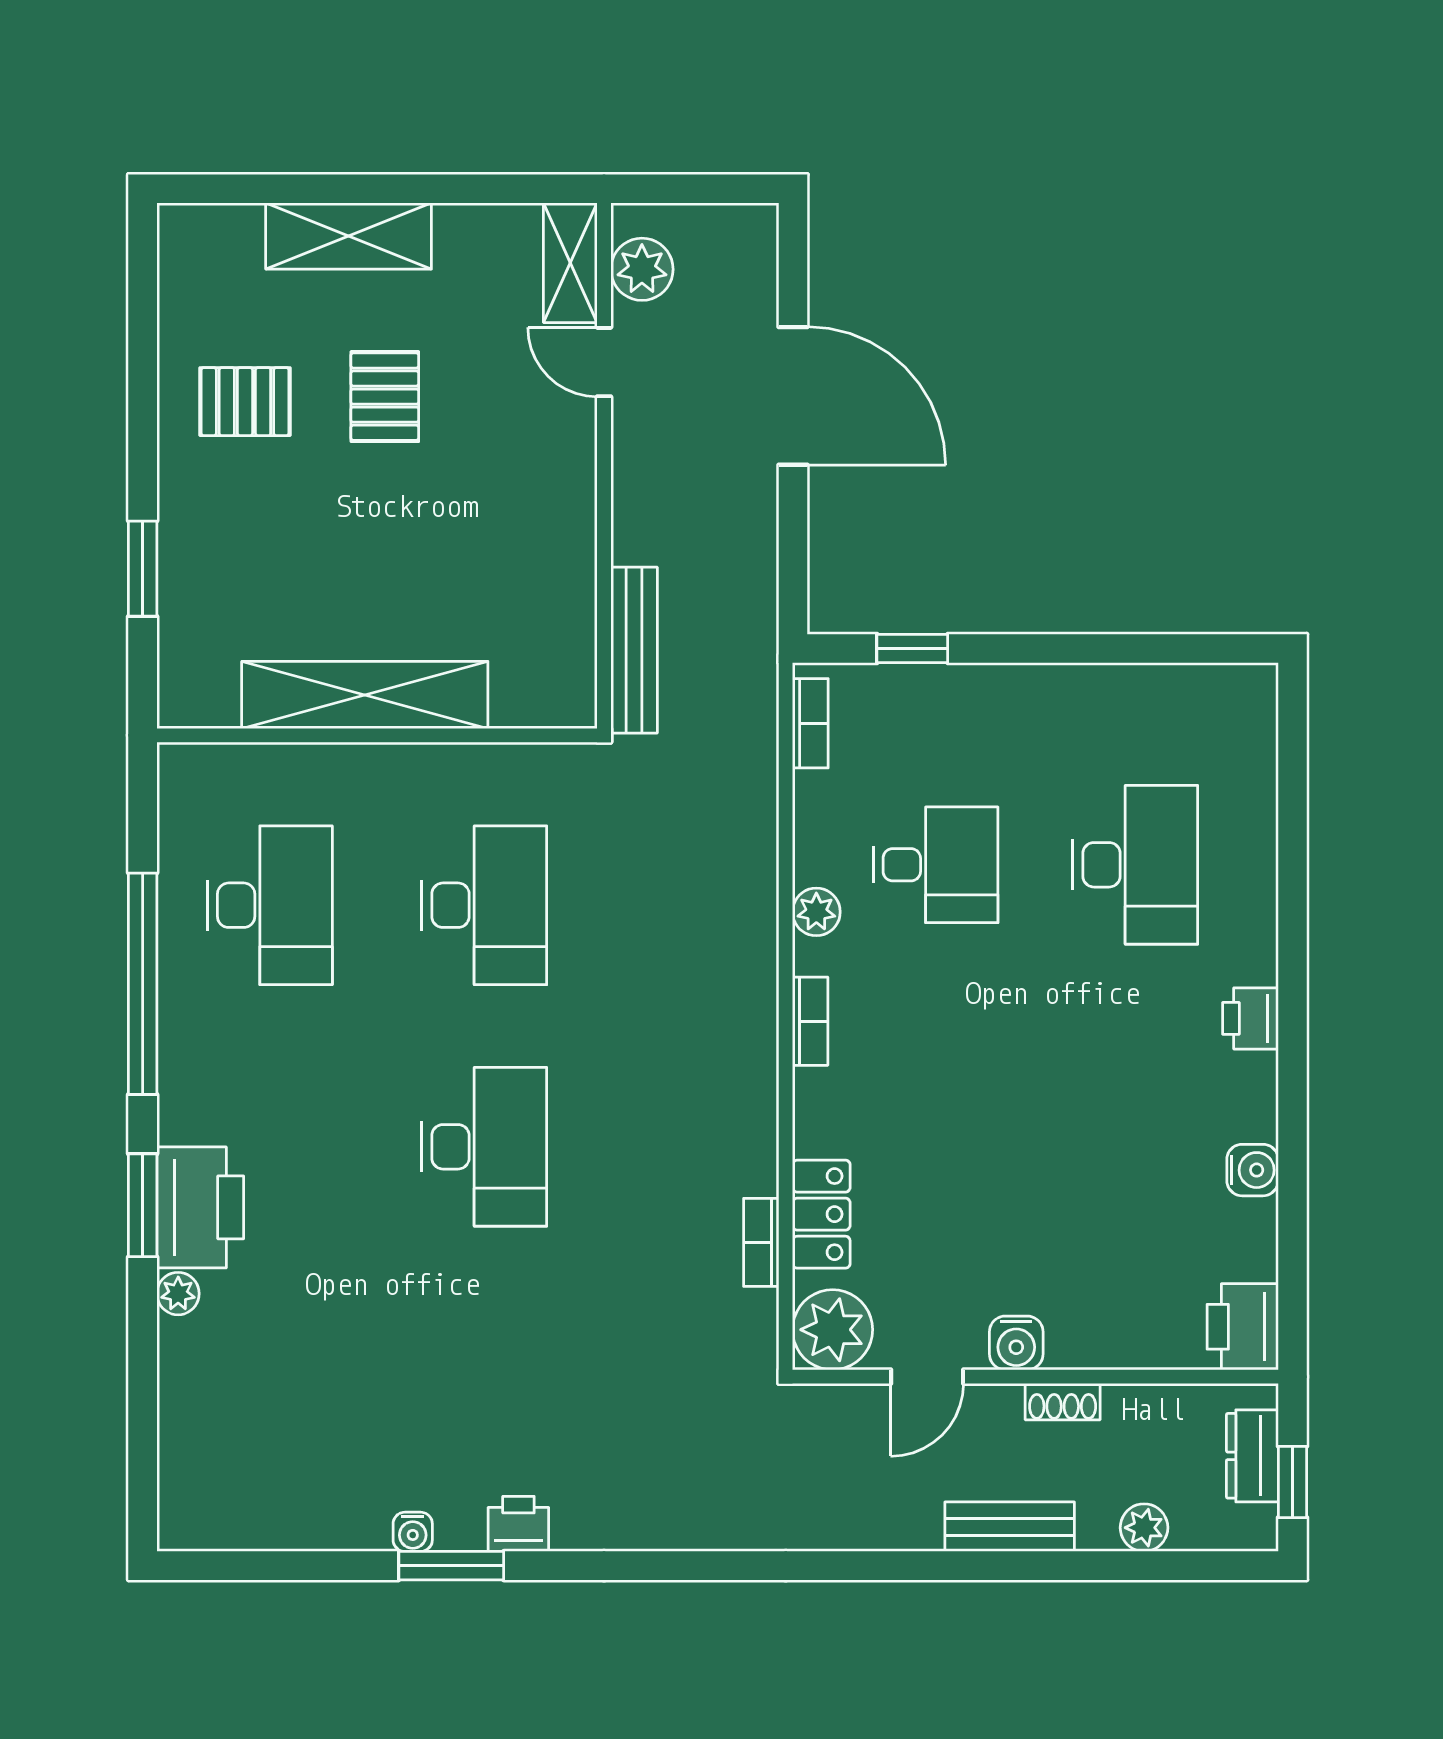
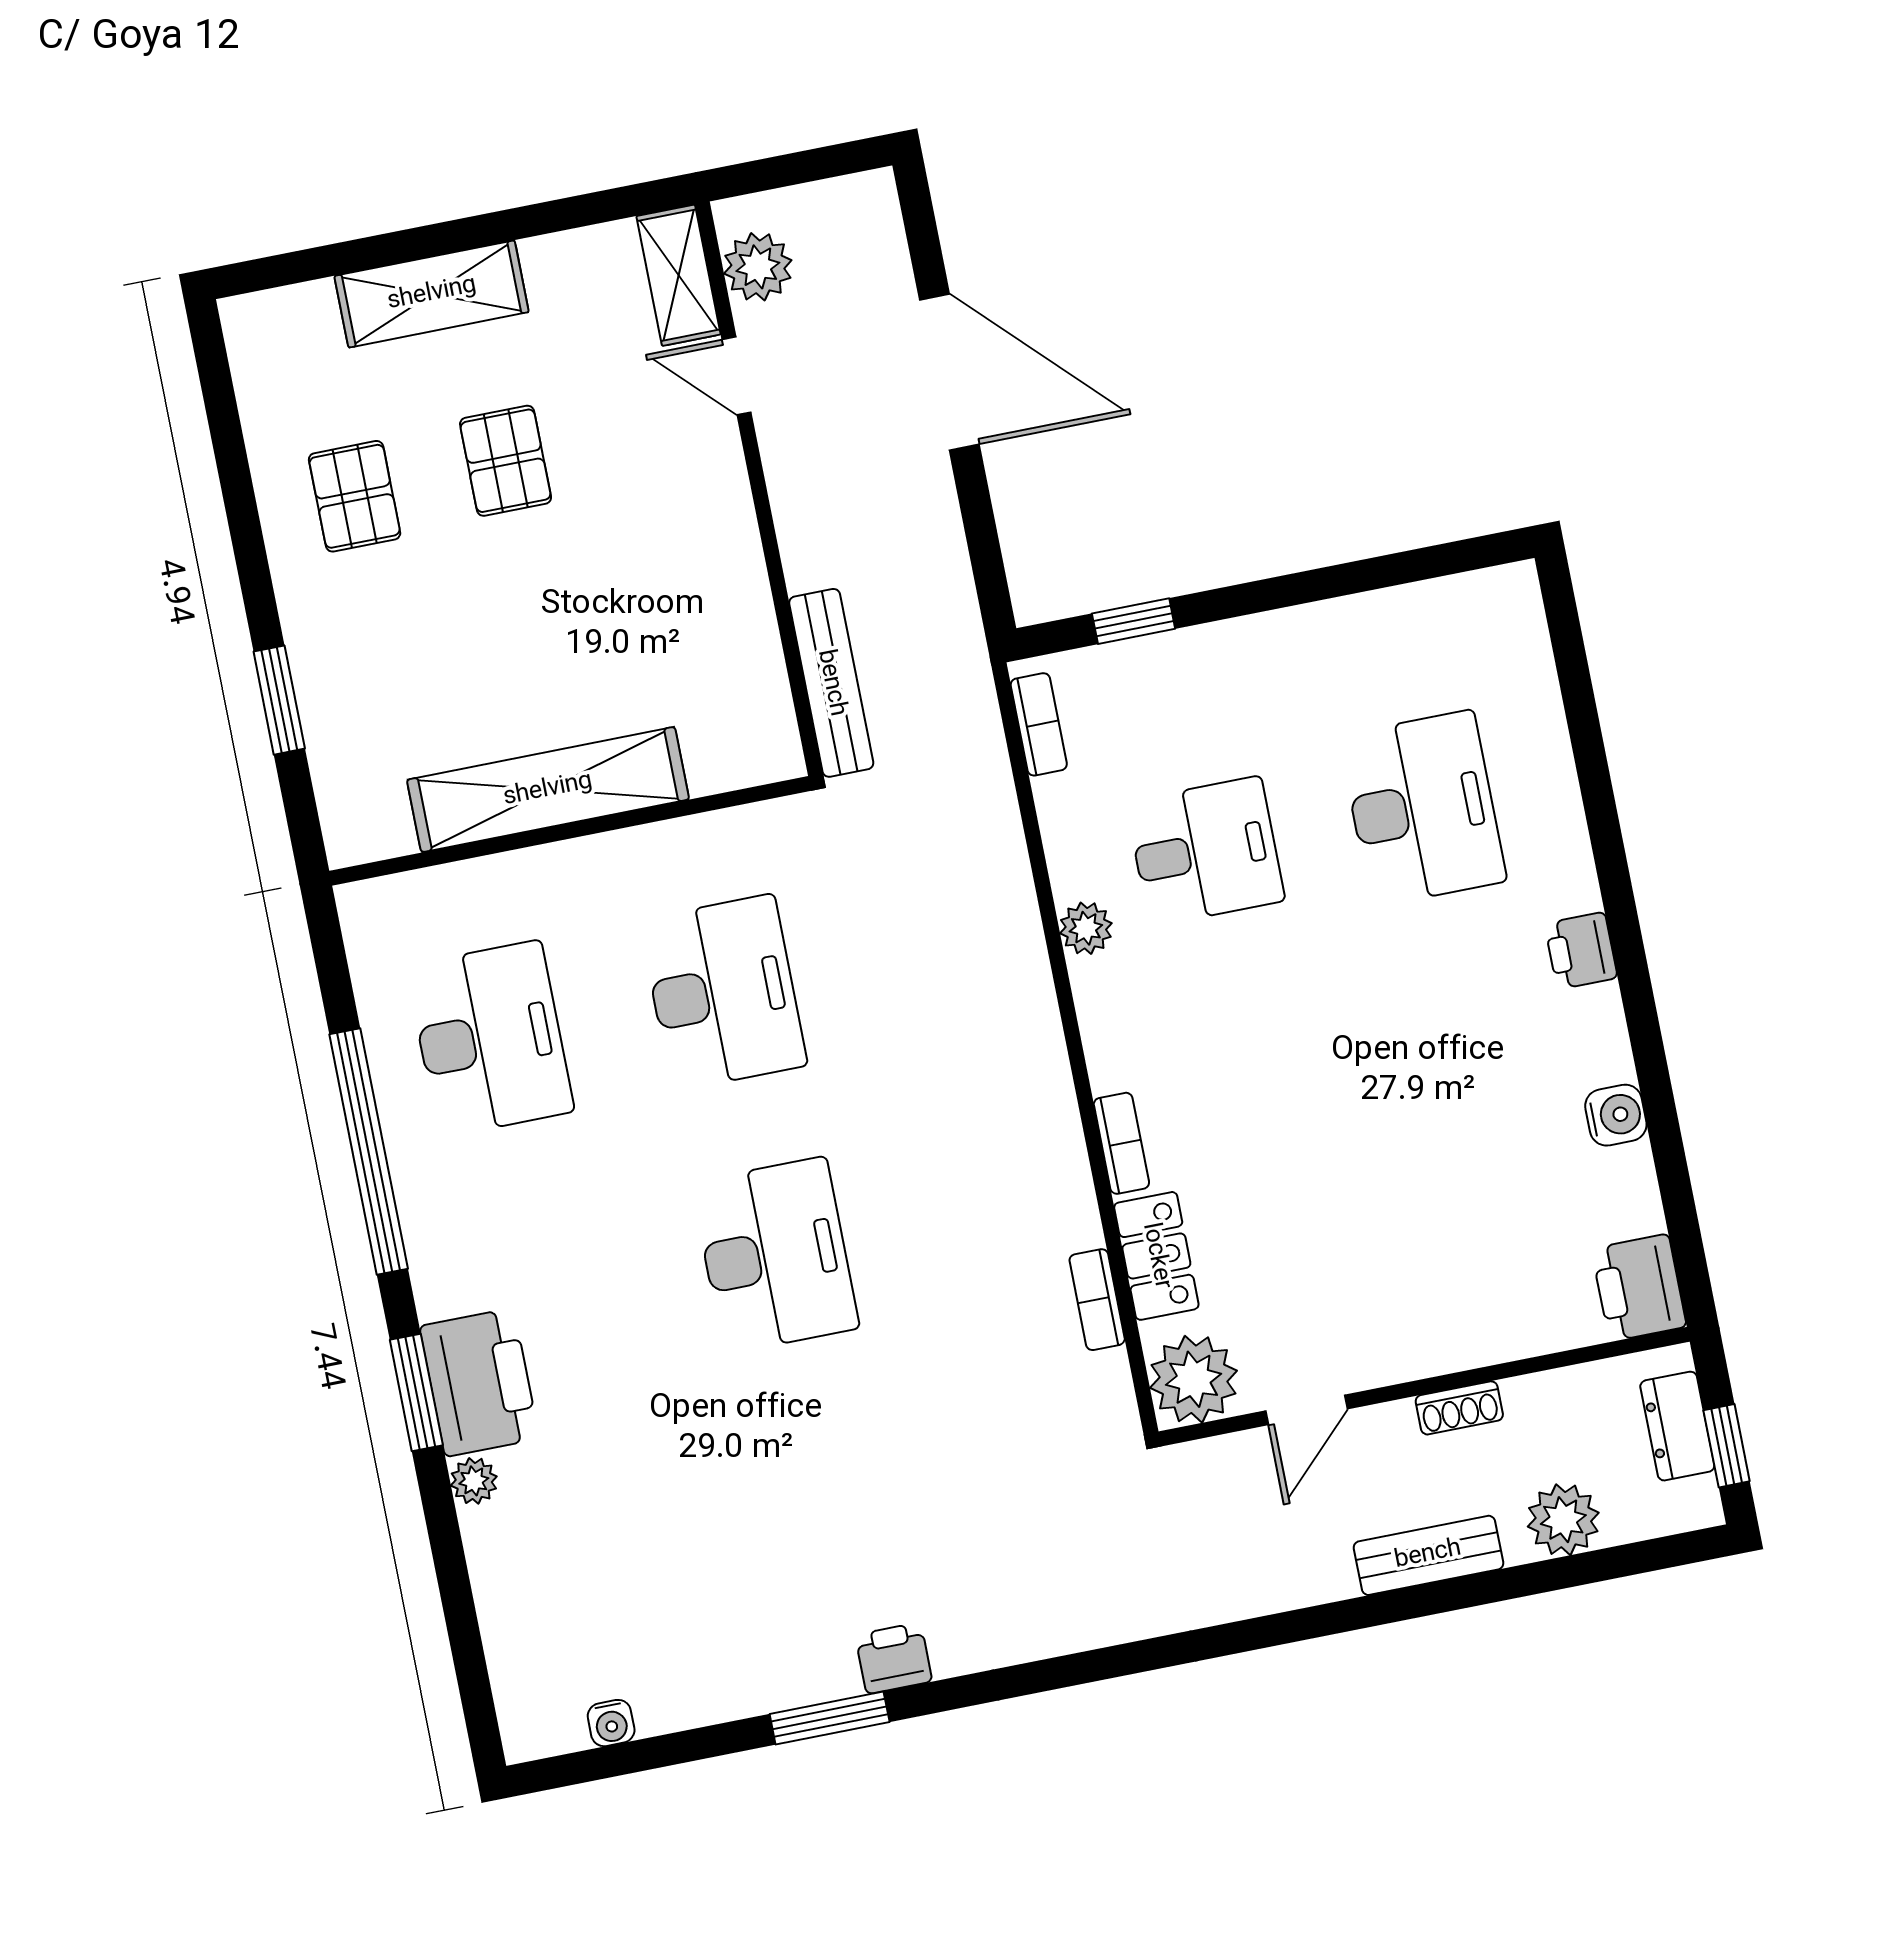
pallet: (245, 402) -> (355, 496), turned 90
bookcase: (810, 1021) -> (1121, 1143), moved
water cooler: (1016, 1343) -> (1396, 1354), removed
plant: (1144, 1528) -> (1563, 1520), width x1.38, depth x1.38
water cooler: (413, 1532) -> (611, 1723), moved

